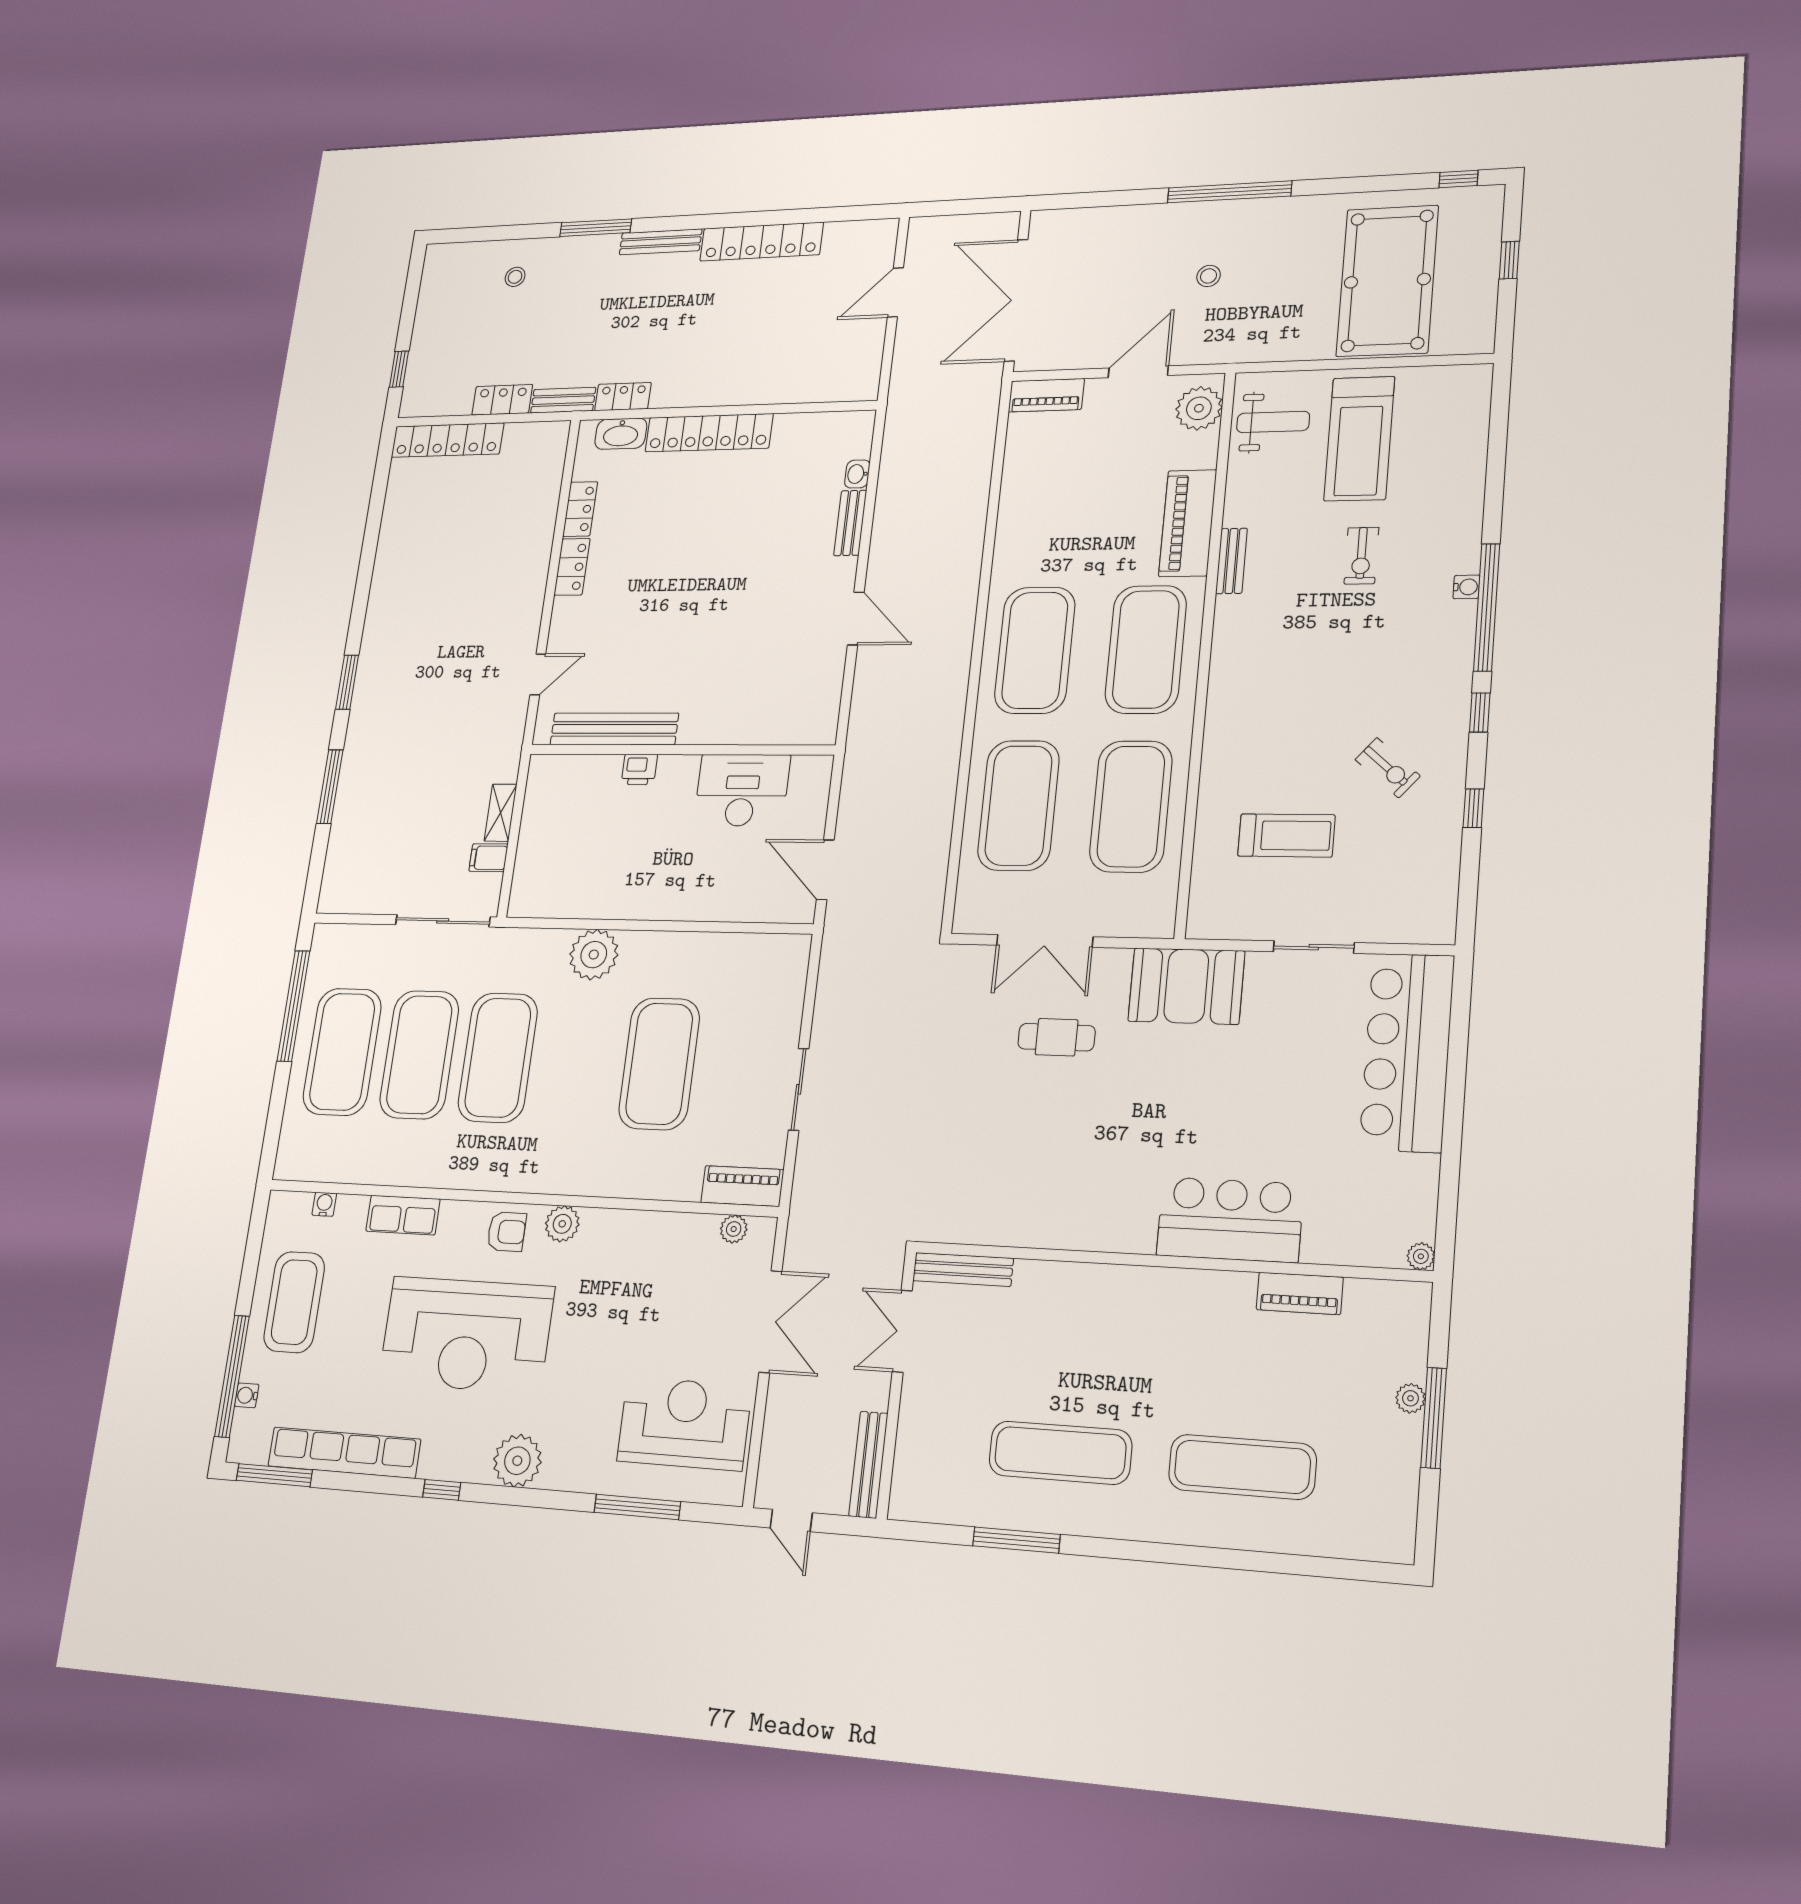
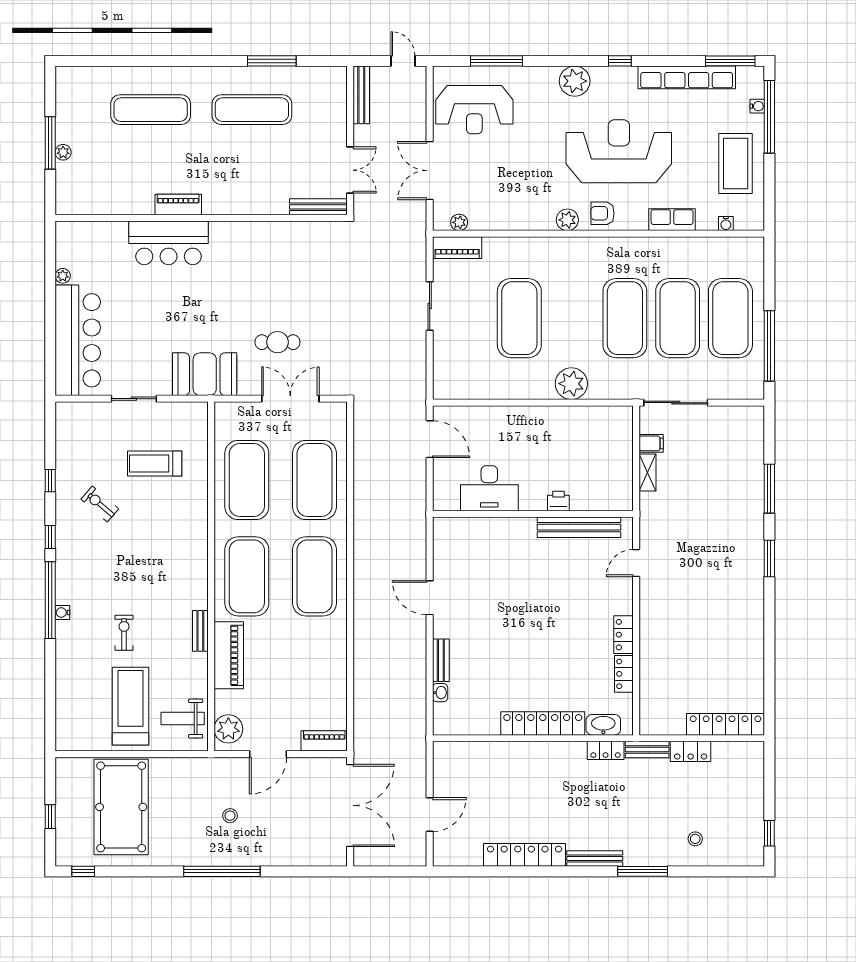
window: (399, 369) -> (769, 833), moved
plant: (1421, 1256) -> (63, 276), moved
piano: (1300, 1293) -> (178, 205), moved

